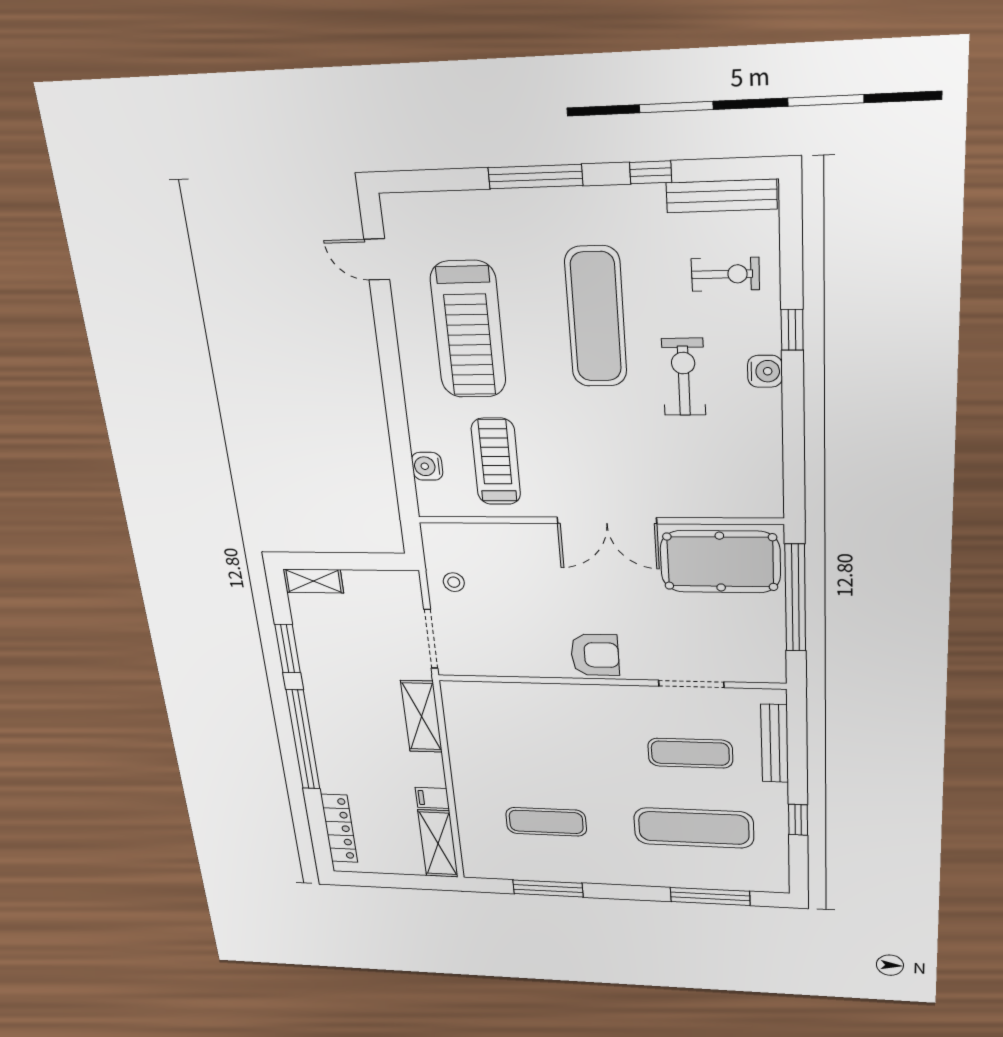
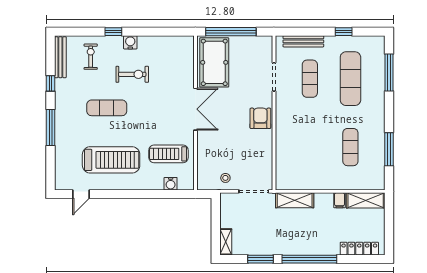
exercise mat: (596, 317) -> (107, 108), width x0.73, depth x0.69
exercise bike: (684, 377) -> (132, 74), turned 180

